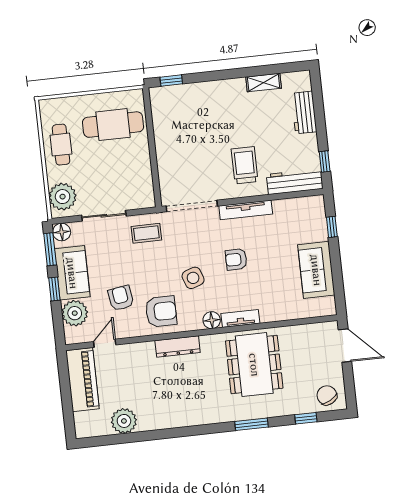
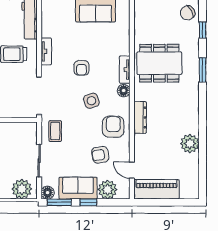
tv unit: (246, 210) -> (46, 51), width x0.71
plant: (124, 421) -> (190, 144), moved

